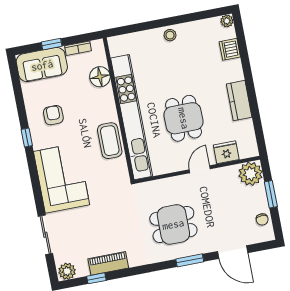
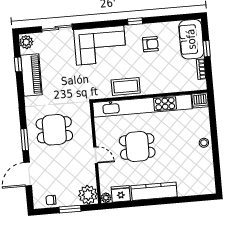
plant: (227, 21) -> (106, 198), moved
dishwasher: (230, 49) -> (200, 100), moved, turned 180
floor lamp: (100, 77) -> (177, 84), removed
kitchen counter: (239, 101) -> (154, 191), width x1.50
fridge: (226, 152) -> (121, 194), moved, turned -90
dining table: (173, 224) -> (54, 130), turned 90
piano: (108, 263) -> (31, 75), width x1.37, depth x1.33

